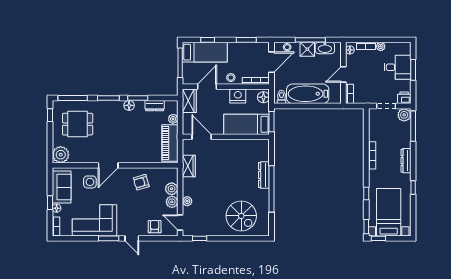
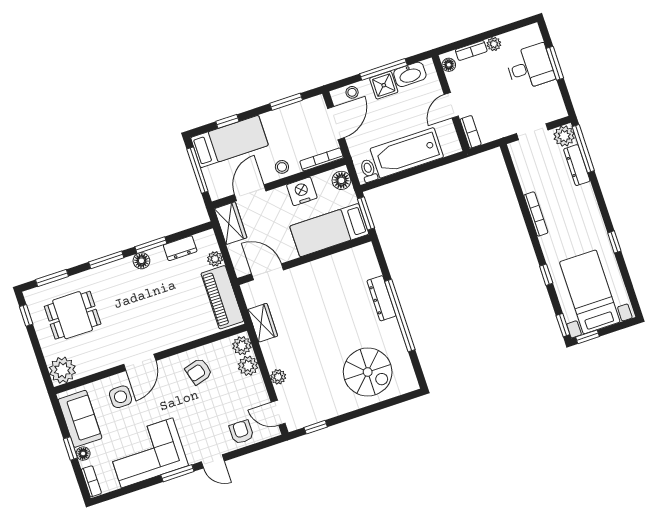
window: (73, 98) -> (52, 278), width x0.69
printer: (404, 98) -> (555, 110), removed
dresser: (406, 161) -> (577, 165), moved
plant: (172, 202) -> (242, 346), moved

